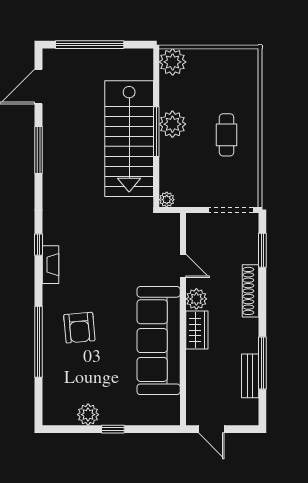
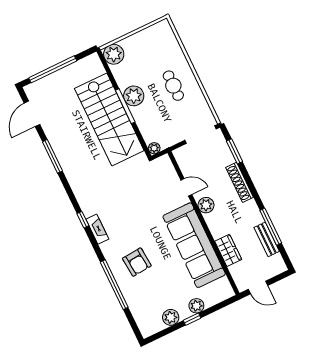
wardrobe: (197, 330) -> (228, 250), moved
plant: (126, 415) -> (196, 306), added

